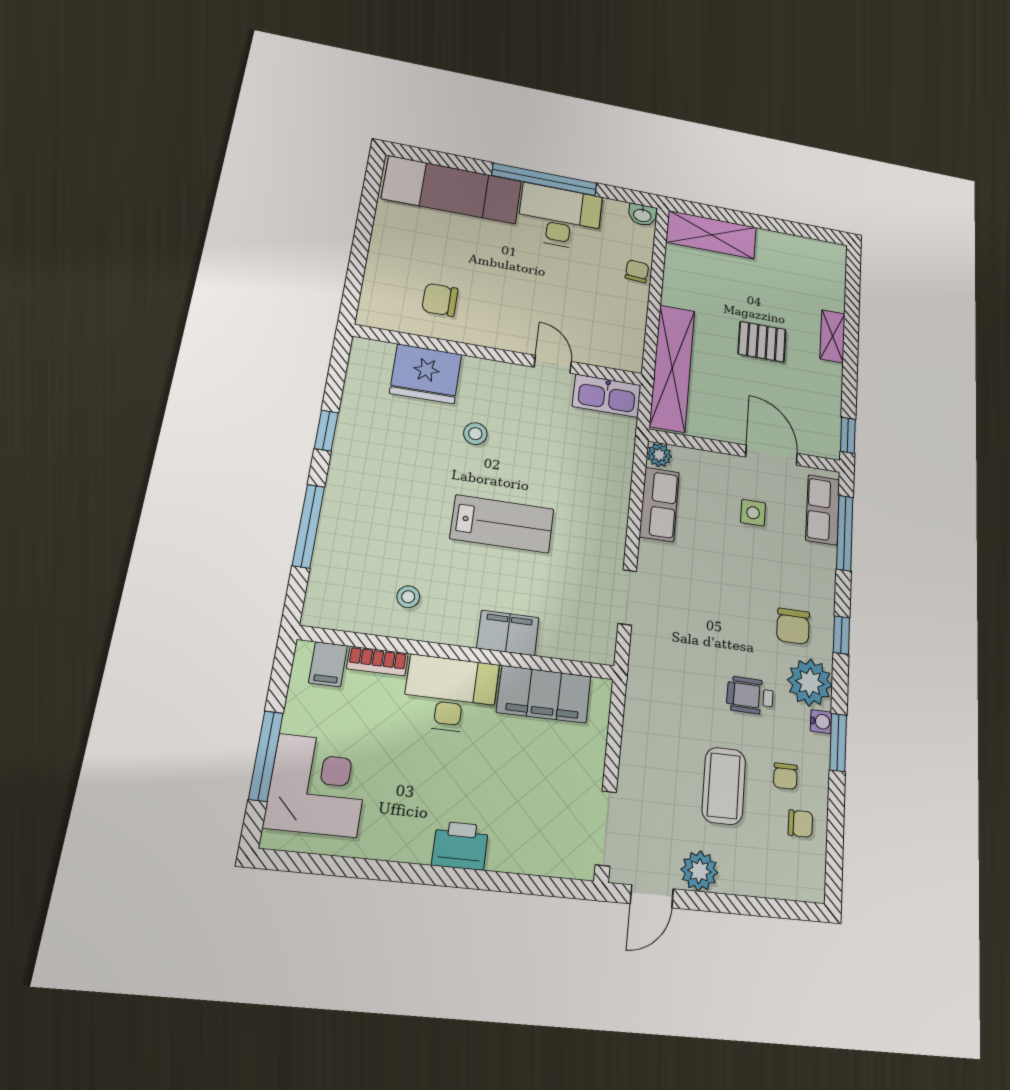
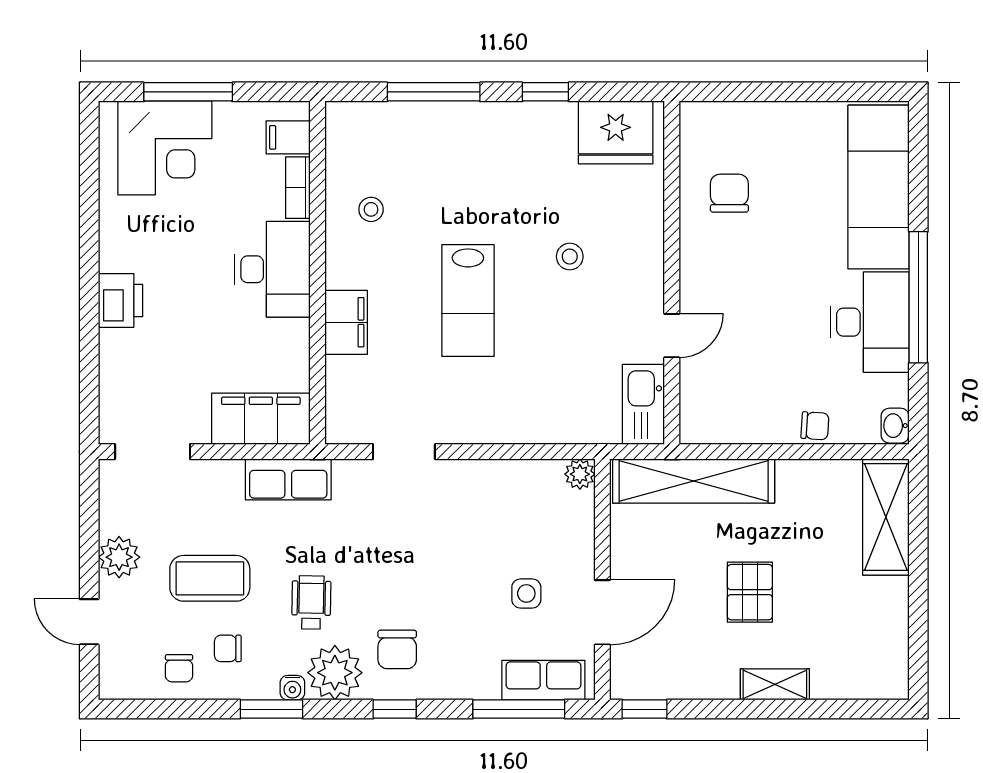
fridge: (426, 374) -> (616, 132), moved, turned -90
row of seats: (659, 504) -> (288, 479), moved
chair: (793, 626) -> (397, 649), turned -90
filing cabinet: (544, 694) -> (261, 419), moved, turned 90
door: (652, 896) -> (89, 622), moved

